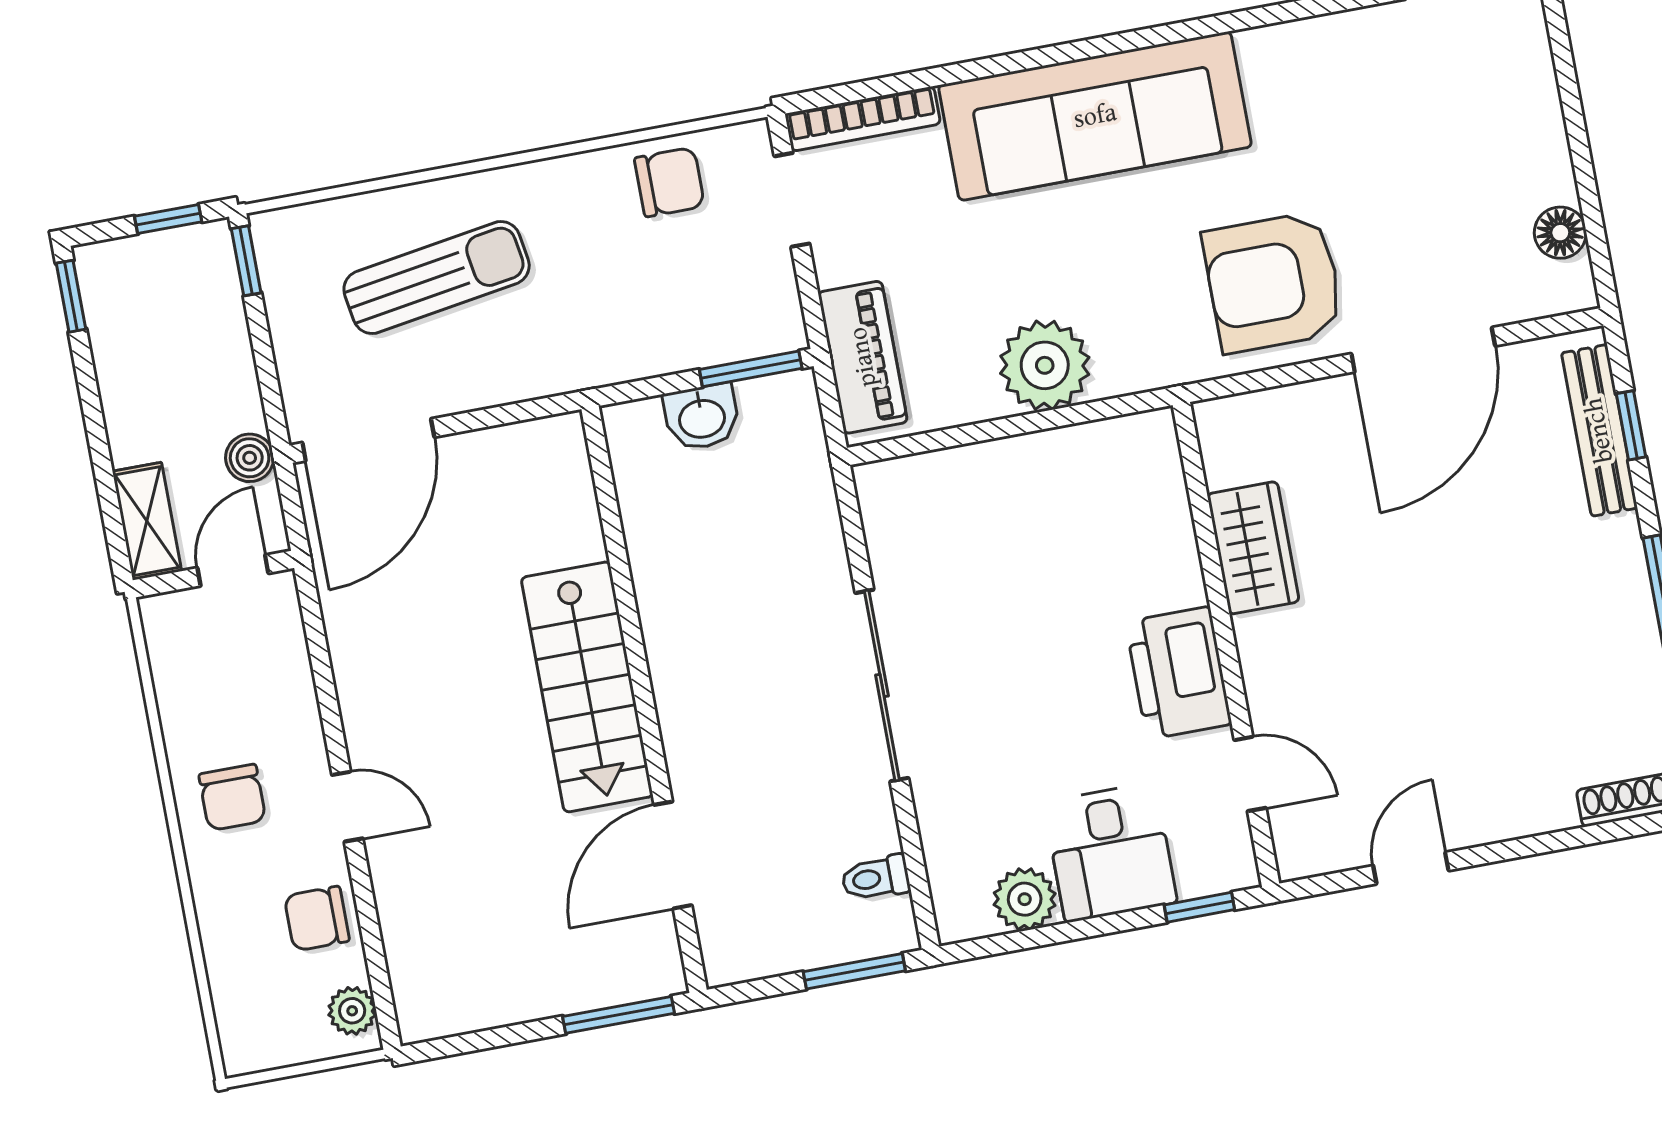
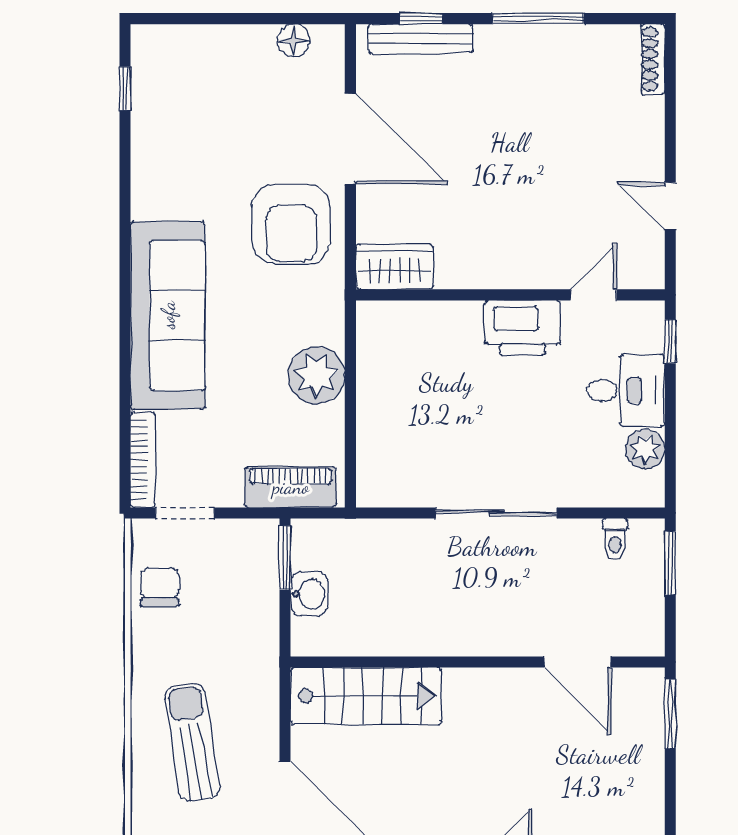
wardrobe: (1253, 548) -> (395, 267), moved
stairs: (587, 687) -> (366, 696), moved

